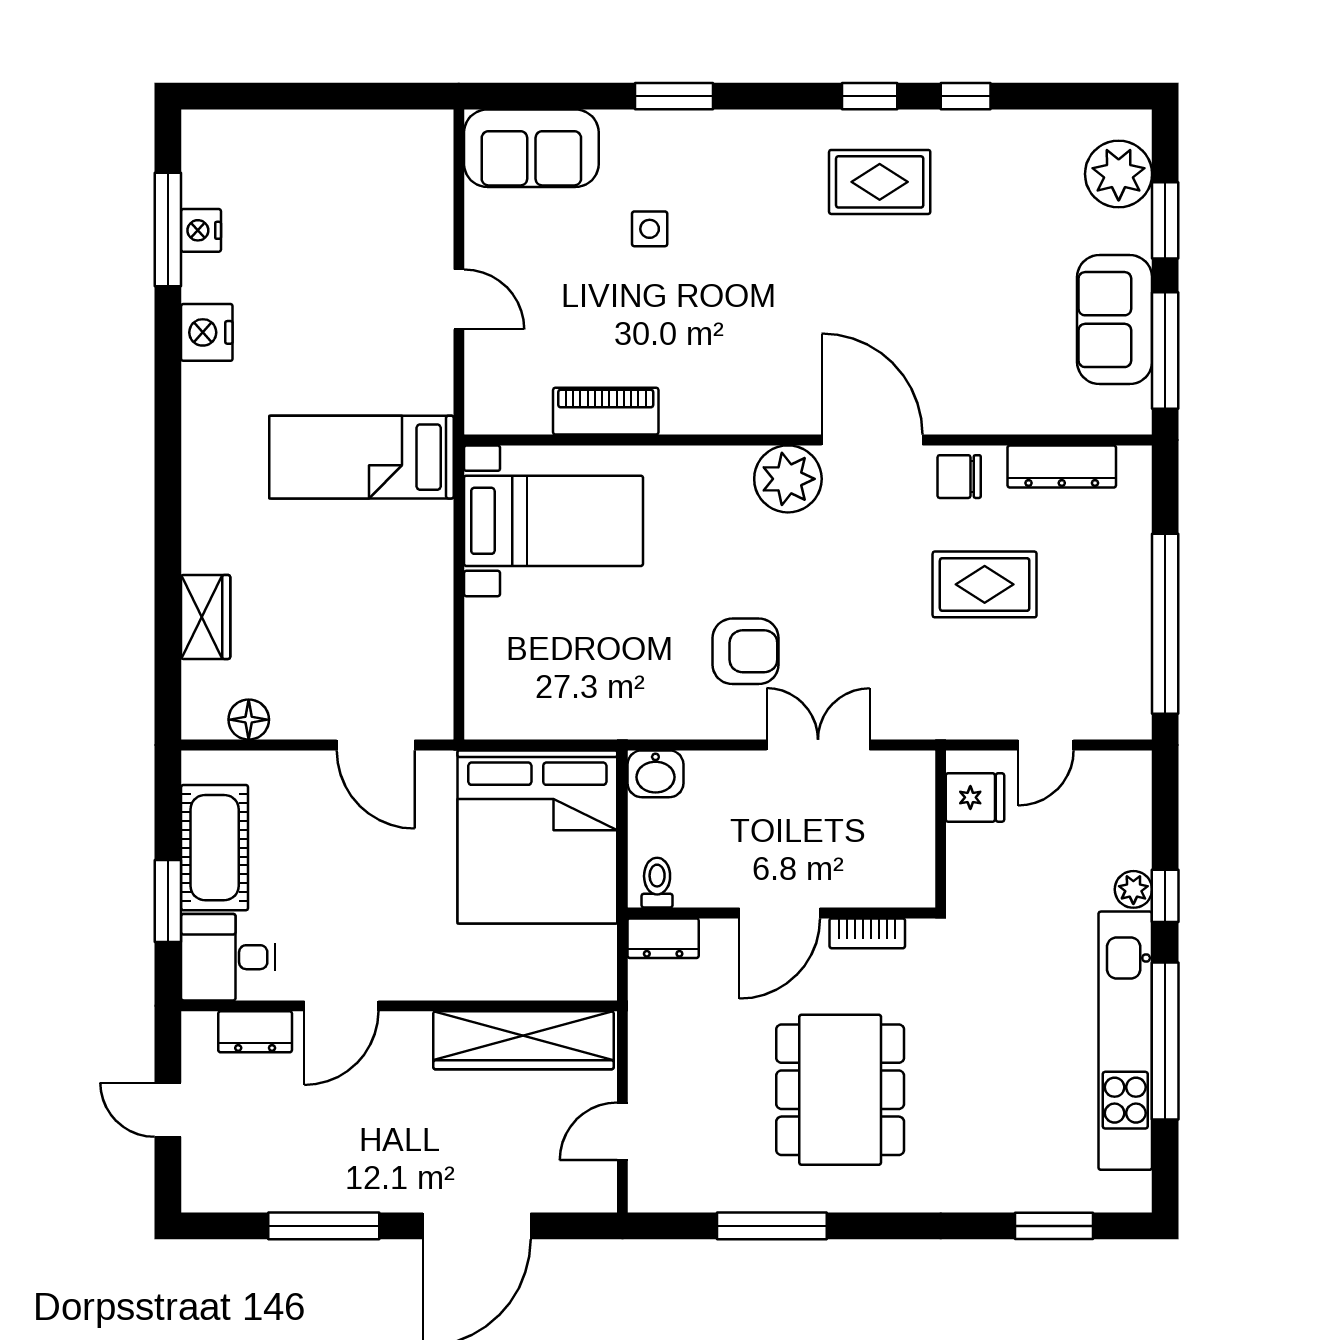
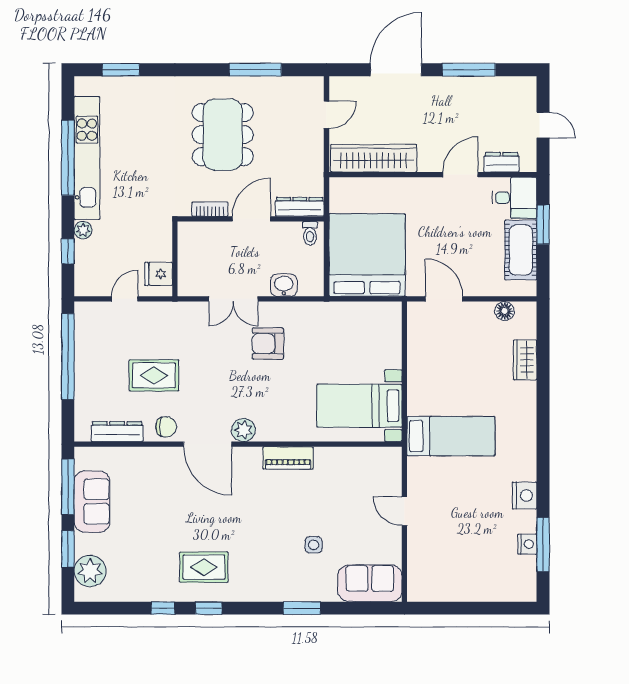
piano: (606, 411) -> (288, 458), moved
plant: (788, 479) -> (243, 430), width x0.73, depth x0.73
washbasin: (655, 774) -> (284, 285), moved
window: (1165, 896) -> (68, 251), moved
dresser: (663, 938) -> (300, 207), width x1.44

